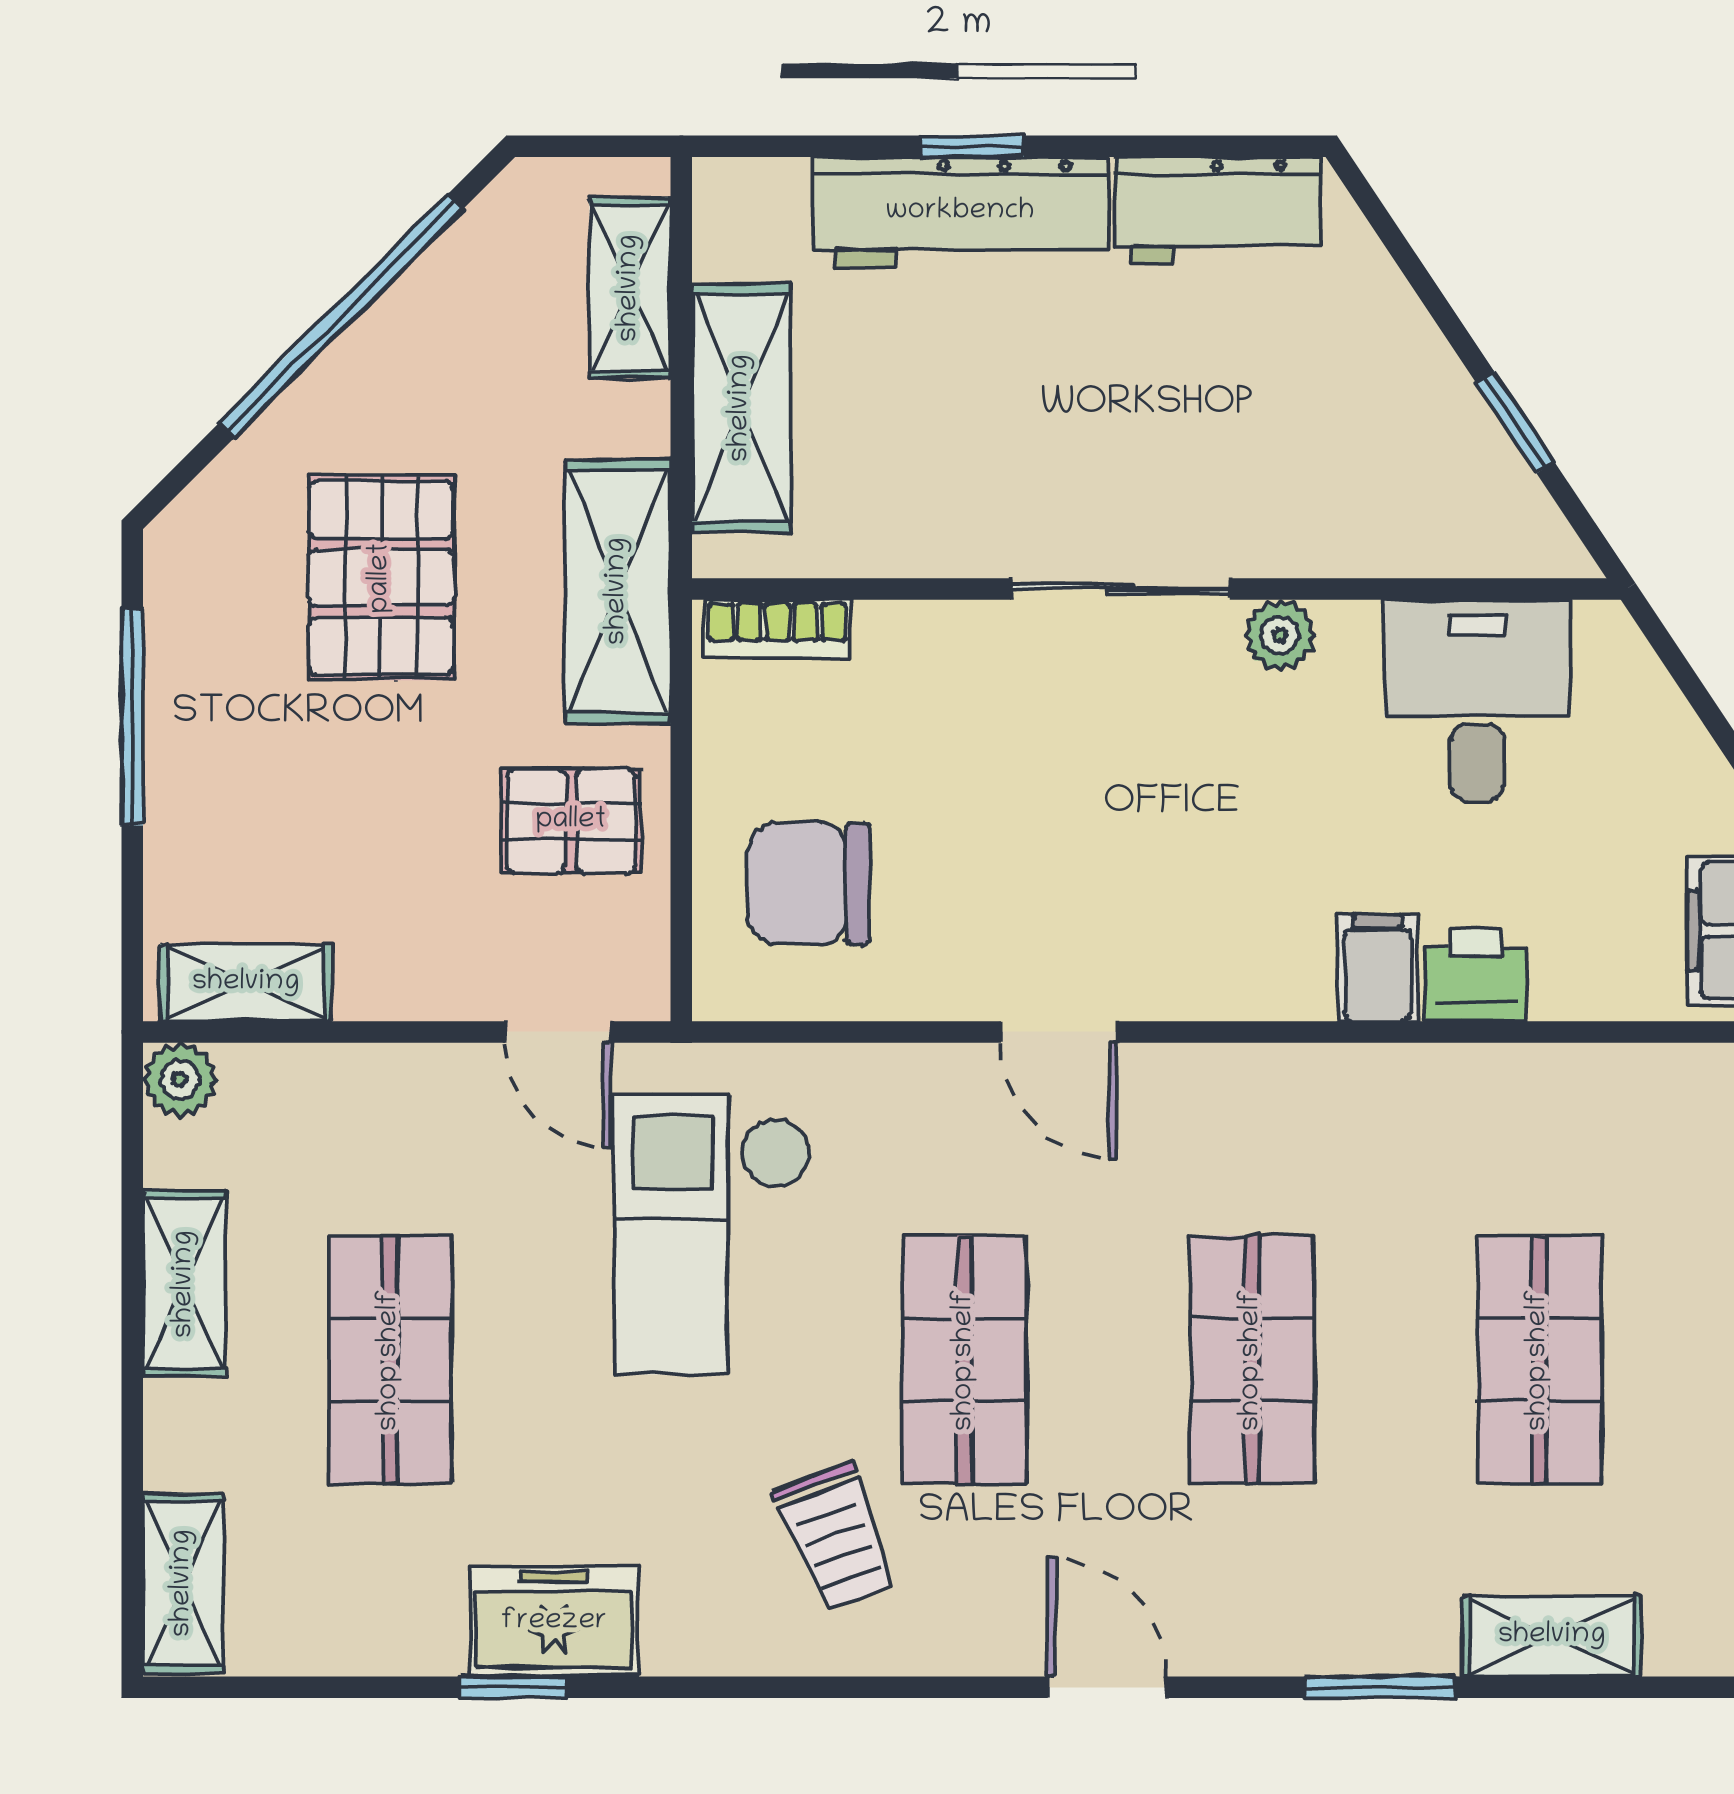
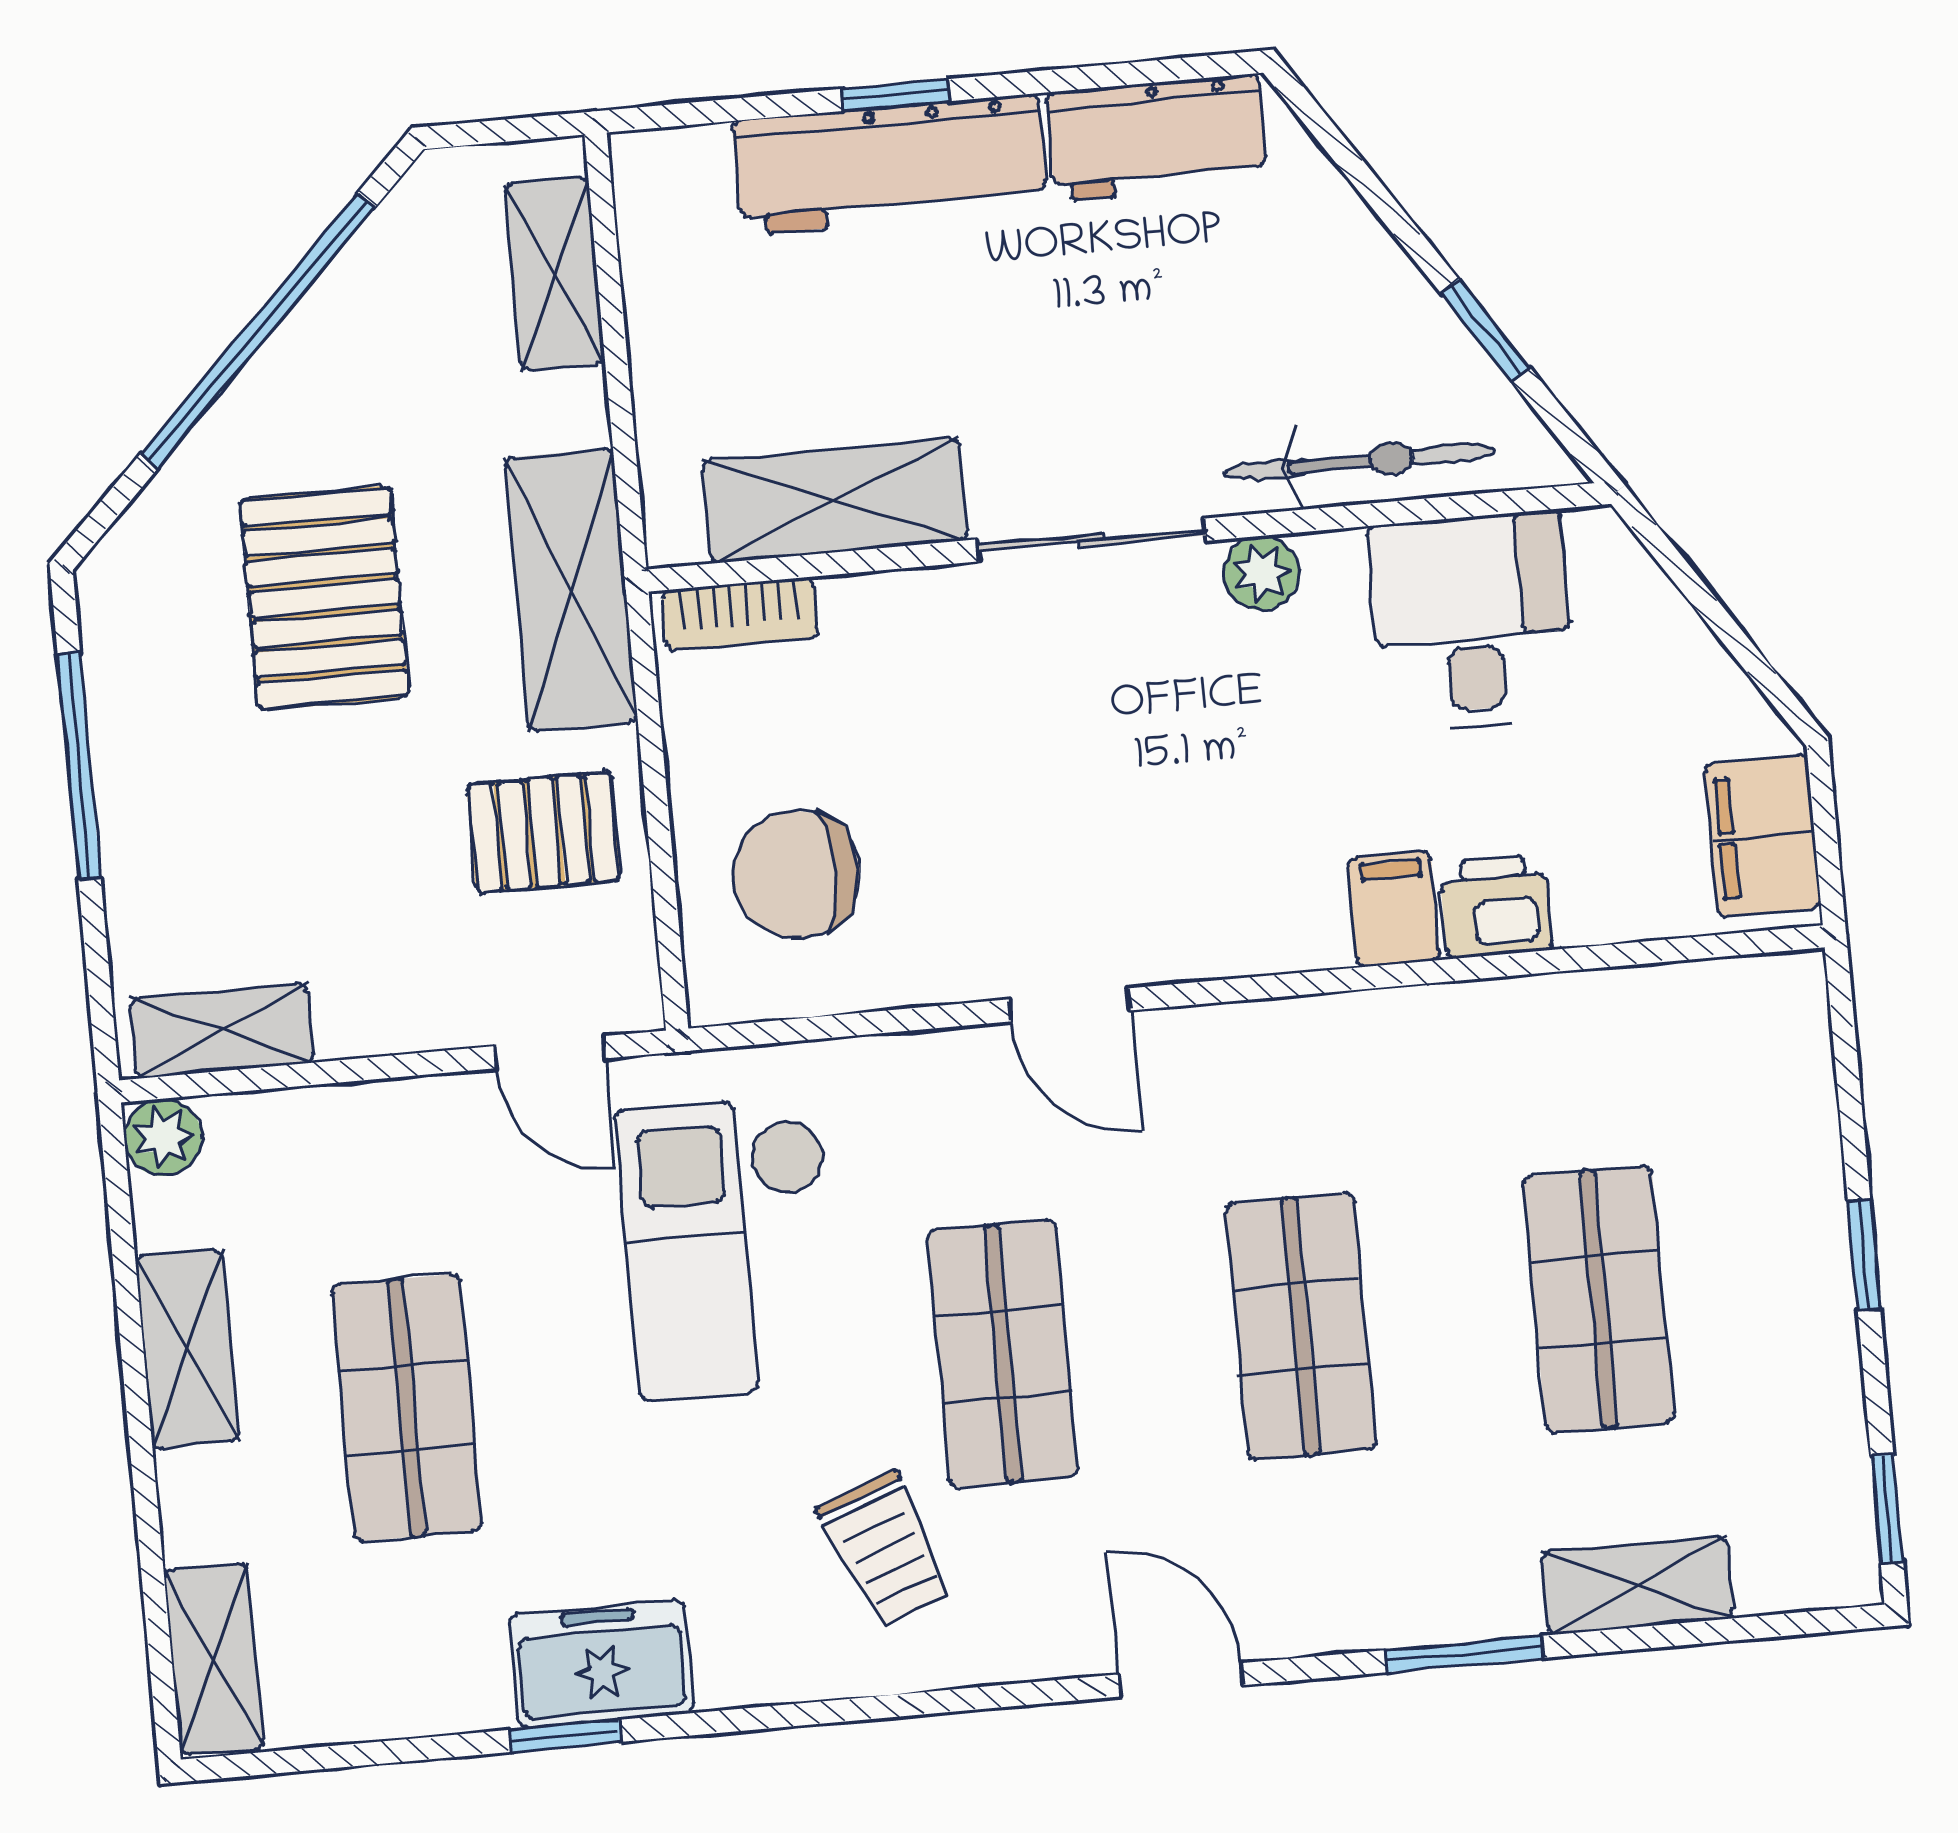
shelving: (741, 408) -> (835, 501), moved, turned 90
bicycle: (1383, 537) -> (1359, 462), added

